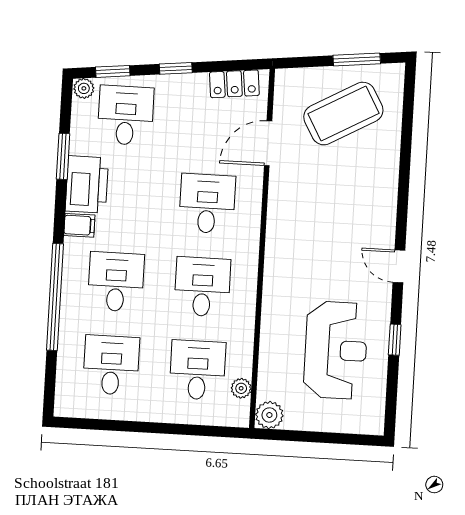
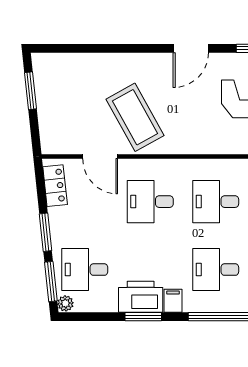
window: (176, 68) -> (46, 232), width x1.50
window: (113, 71) -> (51, 282), width x1.50
coffee table: (343, 114) -> (135, 117), moved
window: (63, 156) -> (143, 317), moved
door: (399, 266) -> (191, 48), width x1.38

